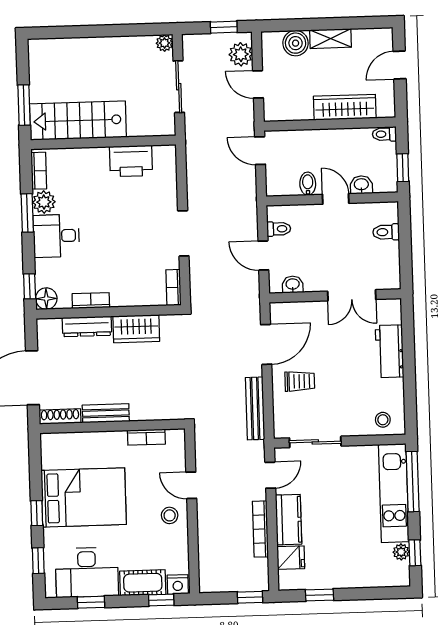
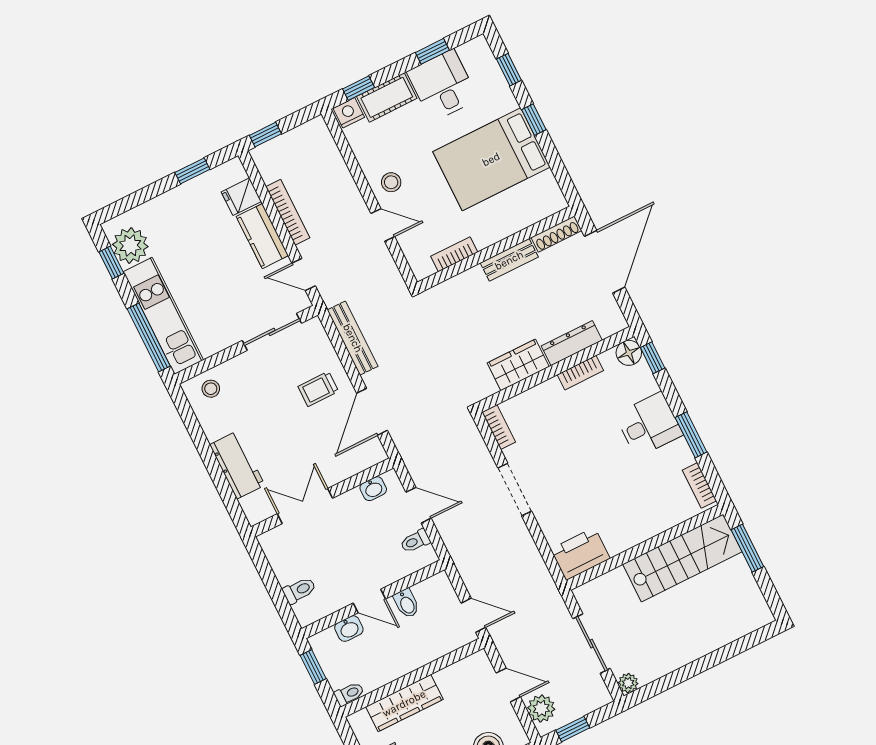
printer: (131, 161) -> (580, 554), moved
plant: (44, 202) -> (679, 455), removed
door: (270, 475) -> (304, 274), hinge flipped
plant: (401, 552) -> (130, 245), width x1.88, depth x1.88
desk: (87, 572) -> (443, 85), width x0.73

